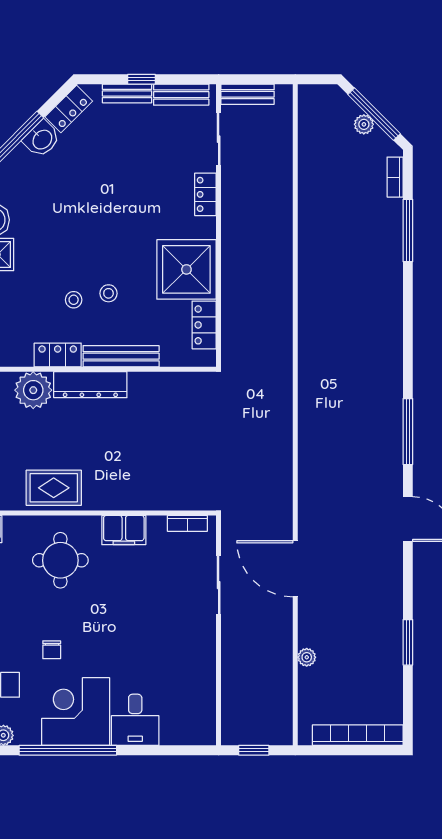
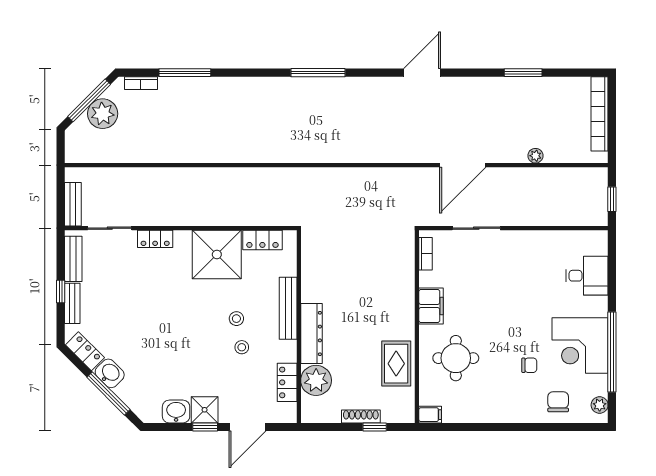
plant: (364, 124) -> (103, 114), width x1.88, depth x1.88
locker: (58, 355) -> (287, 382), moved
window: (408, 432) -> (318, 73), moved
desk: (135, 720) -> (587, 276), moved

